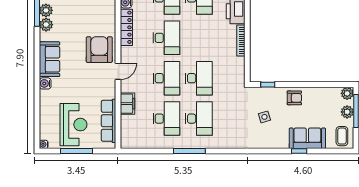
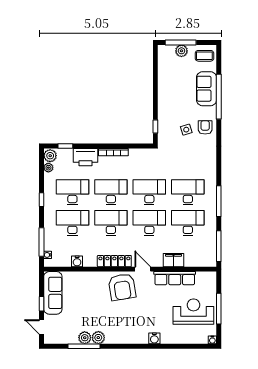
locker: (126, 27) -> (114, 261), moved
desk: (199, 38) -> (111, 192), added
armchair: (99, 50) -> (122, 287), turned -99
sofa: (50, 59) -> (131, 334), removed
plant: (347, 93) -> (164, 51), removed
armchair: (294, 98) -> (205, 127), moved
row of seats: (108, 121) -> (175, 278), moved
window: (142, 151) -> (219, 246), added
window: (299, 151) -> (219, 97), width x3.17

